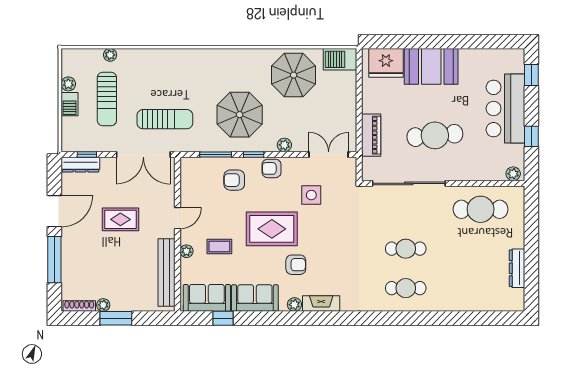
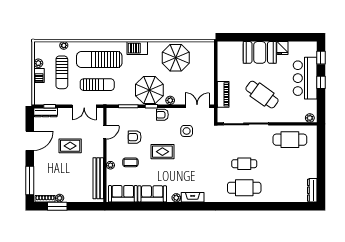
barbecue: (340, 59) -> (137, 48), moved
fridge: (386, 63) -> (282, 48), moved, width x0.53, depth x0.75
sun lounger: (168, 78) -> (99, 60), added
parasol: (240, 115) -> (149, 90), moved
cafe table: (435, 135) -> (262, 95), turned 41
window: (531, 136) -> (321, 82), moved
double door: (143, 154) -> (84, 106), width x0.73
armchair: (234, 180) -> (135, 137), moved
door: (178, 218) -> (105, 132), moved
rug: (272, 229) -> (162, 152), width x0.73, depth x0.70
window: (54, 260) -> (30, 181), moved
armchair: (296, 265) -> (177, 173), removed
dresser: (517, 268) -> (312, 190), moved
cafe table: (406, 288) -> (244, 188), width x1.37, depth x1.35
window: (116, 318) -> (57, 206), moved
window: (223, 318) -> (133, 206), removed

